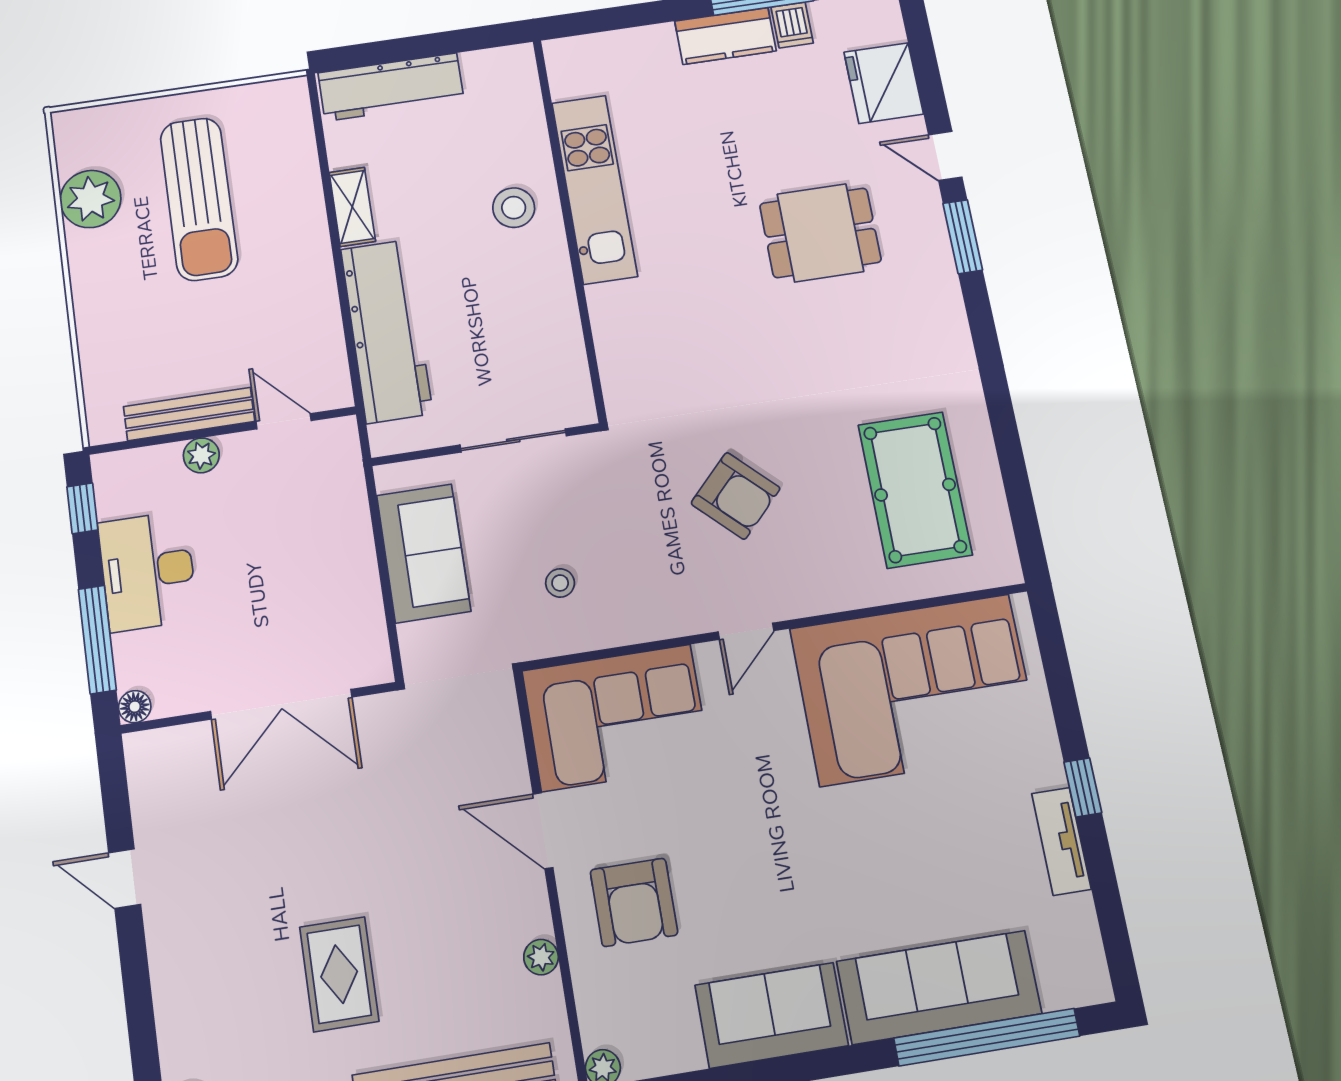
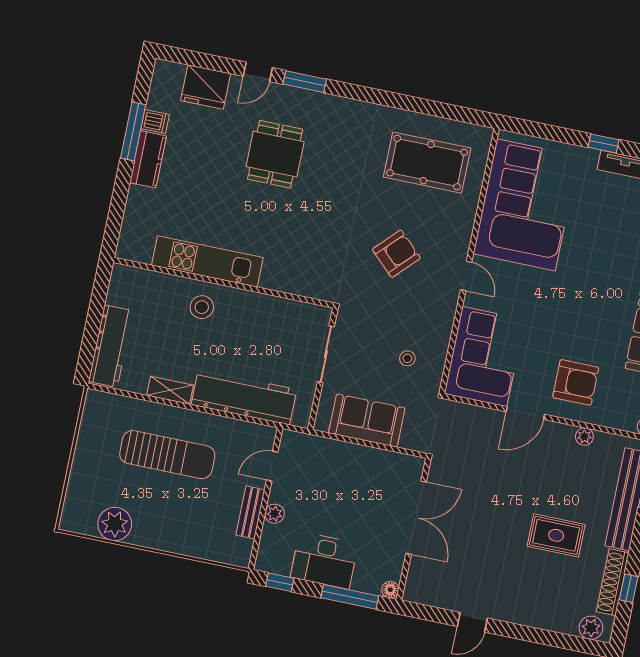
sun lounger: (199, 199) -> (167, 455), moved
bench: (189, 414) -> (250, 512), width x0.73

